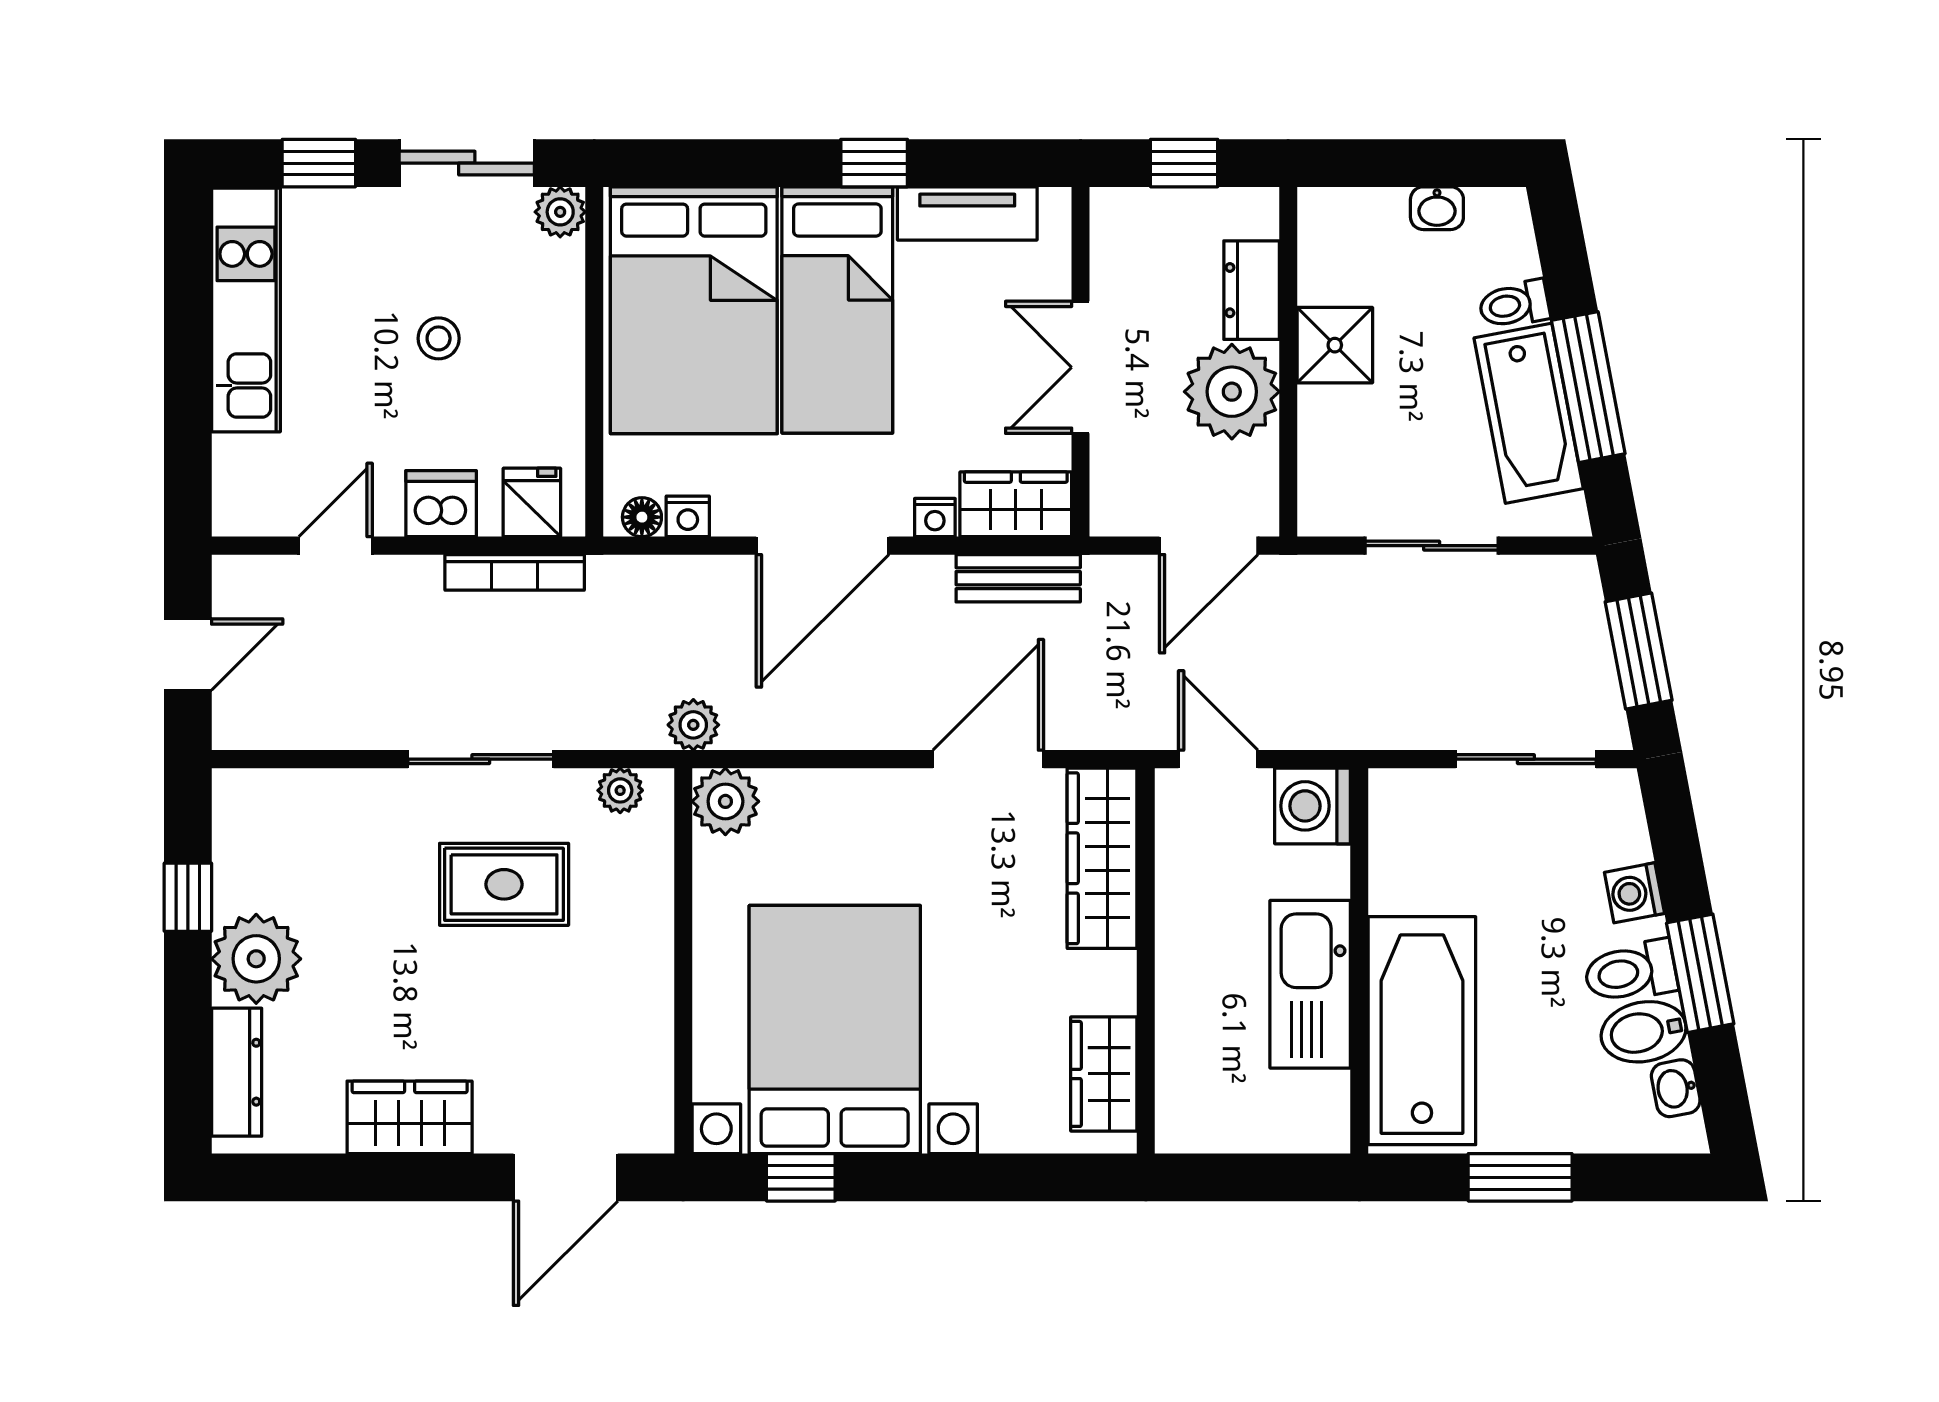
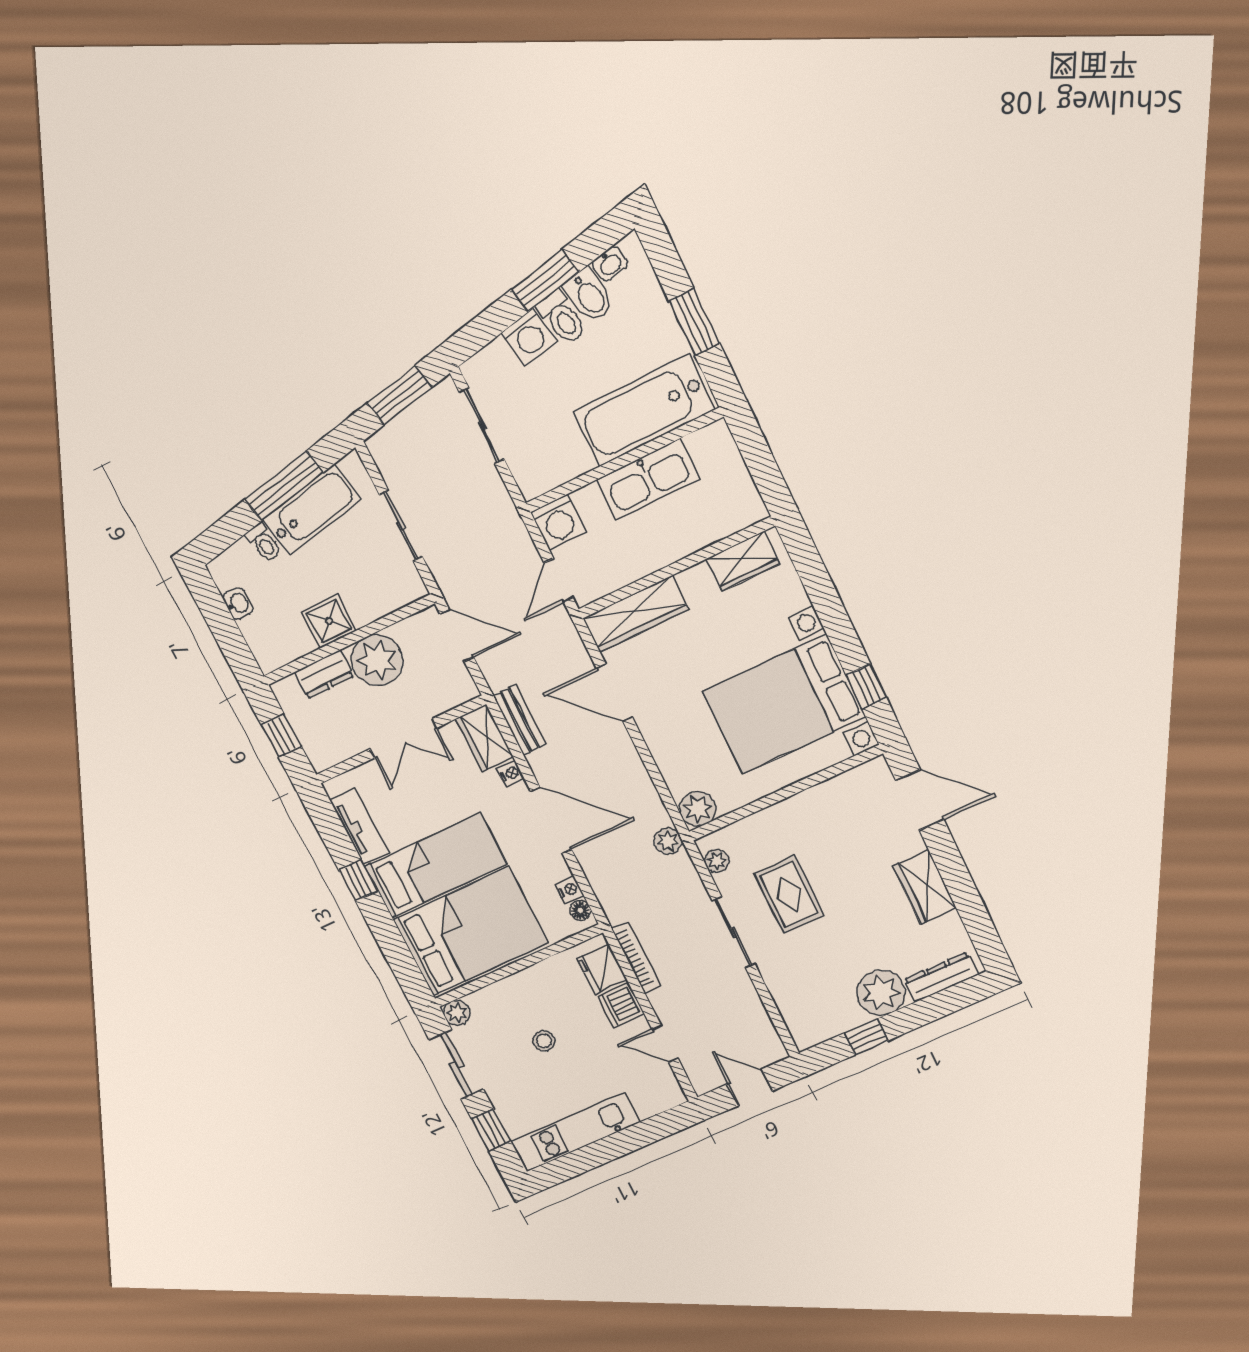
fridge: (532, 502) -> (602, 969), width x1.38
washing machine: (1634, 893) -> (529, 337), width x1.38, depth x1.38

